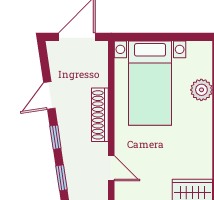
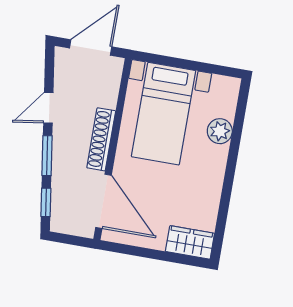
window: (55, 137) -> (47, 156), width x1.50
door: (111, 168) -> (103, 201), width x1.88

